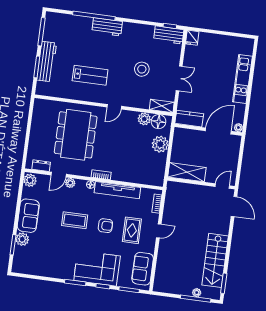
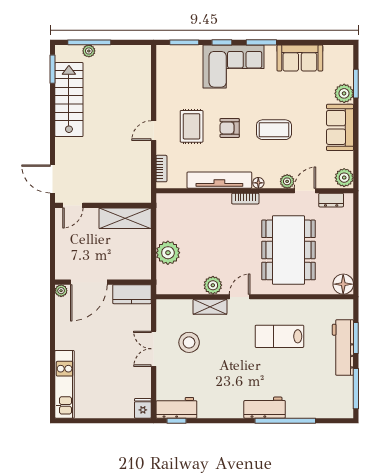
stool: (142, 69) -> (189, 342), moved
kitchen unit: (242, 79) -> (65, 384), moved
shelving: (162, 106) -> (210, 307), moved
plant: (144, 119) -> (213, 285), moved
floor lamp: (159, 122) -> (343, 284), moved
sofa: (143, 269) -> (300, 58), moved, turned 90

